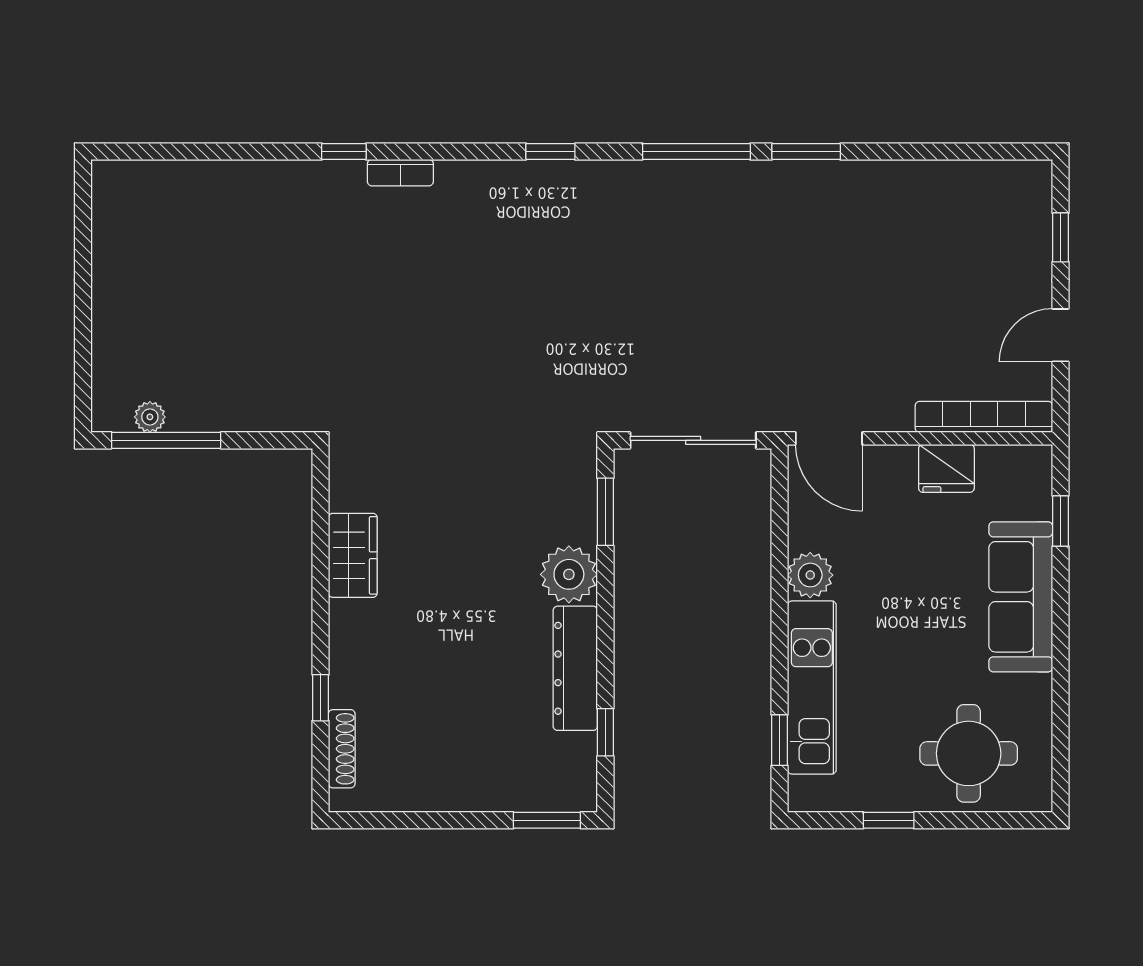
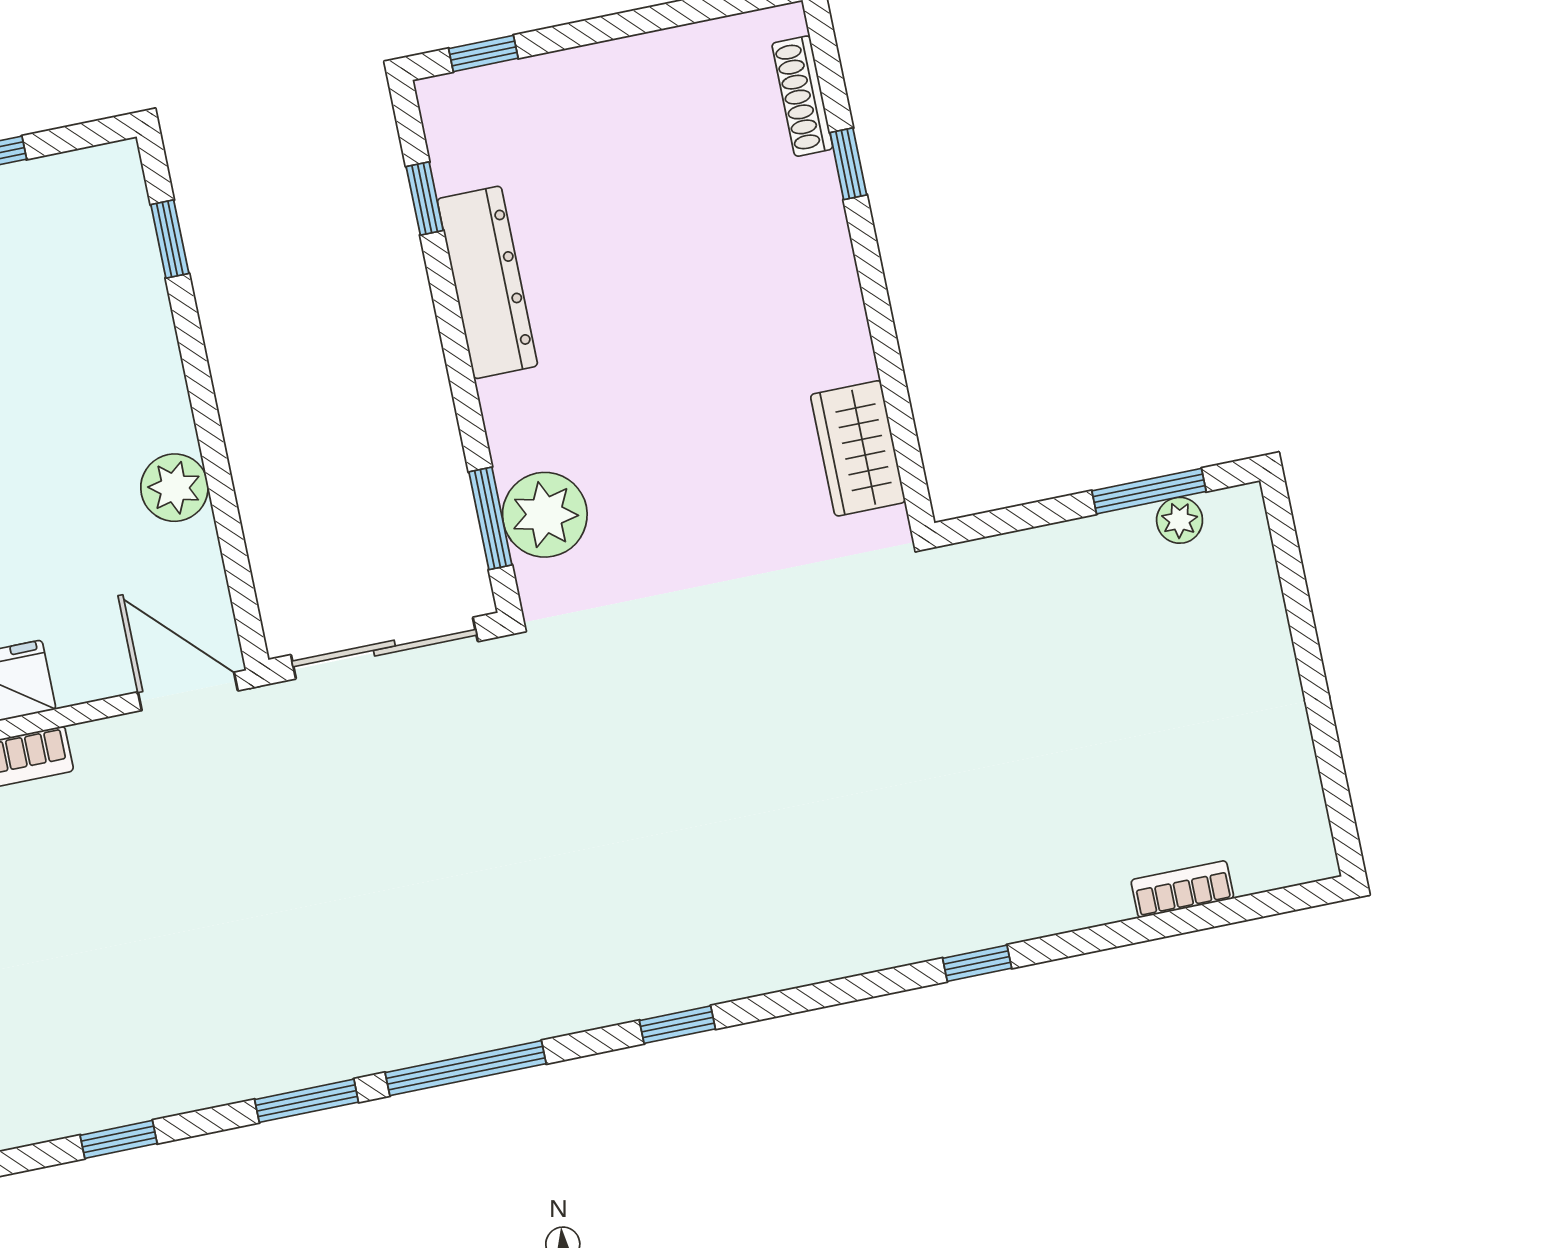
window: (936, 151) -> (119, 1139), added
bookcase: (400, 173) -> (1182, 889), moved
window: (166, 440) -> (1149, 491), width x0.69
wardrobe: (353, 555) -> (858, 448), moved
plant: (569, 574) -> (545, 515), moved
kitchen unit: (812, 687) -> (139, 325), removed
window: (547, 820) -> (483, 53), width x0.67

